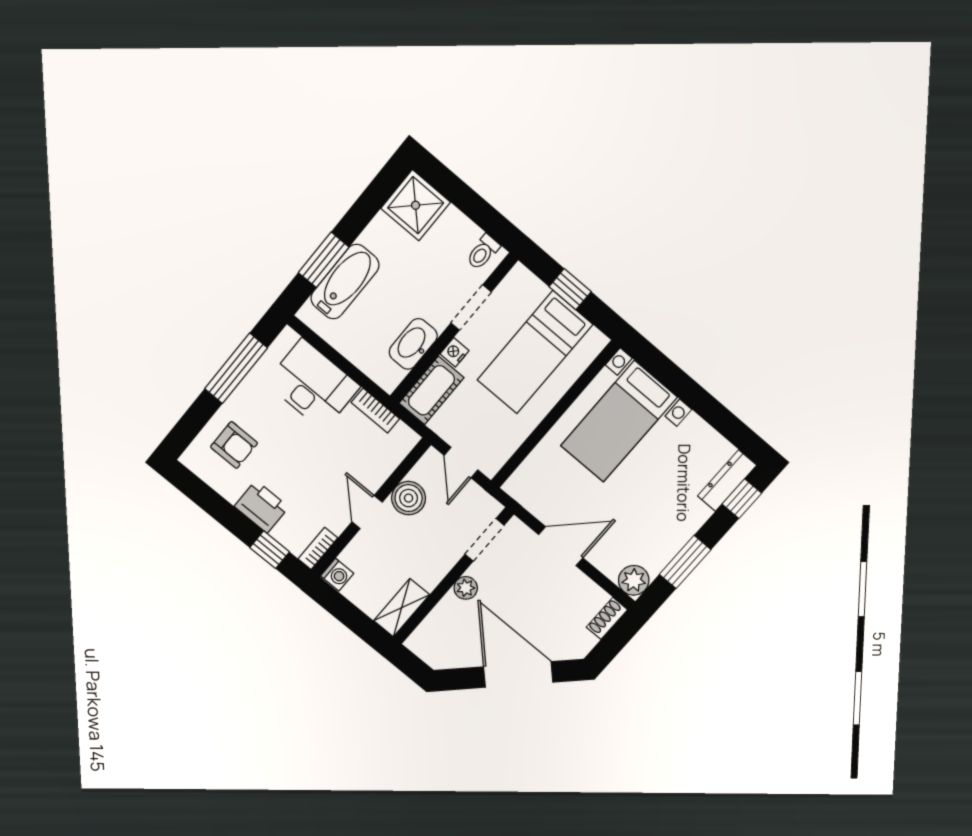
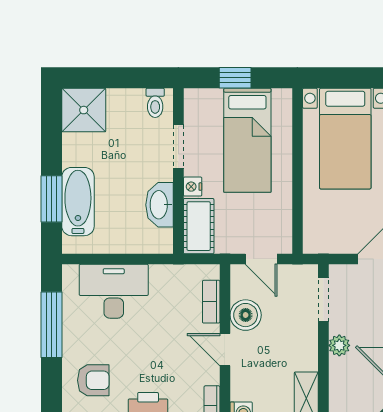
bookcase: (375, 411) -> (211, 302), moved, turned 90

